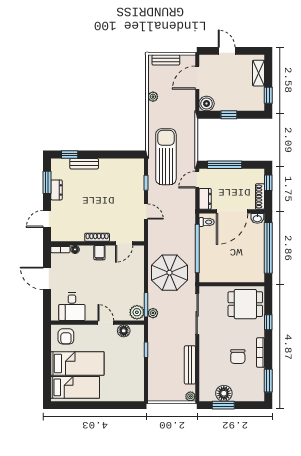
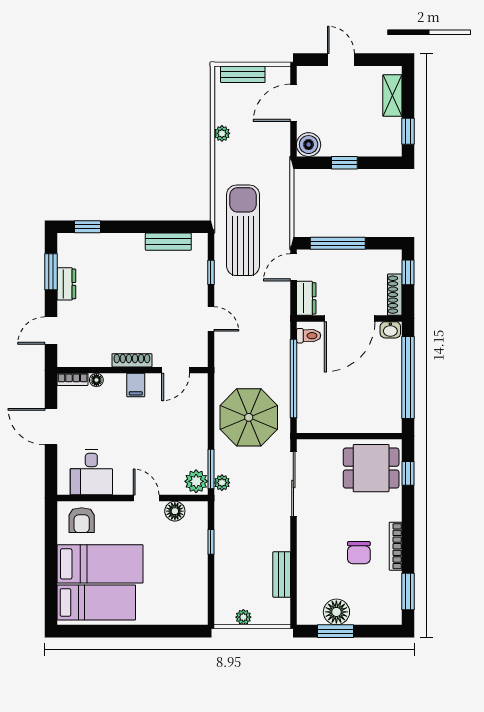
bench: (84, 164) -> (168, 242), moved
window: (268, 322) -> (408, 473), moved
bench: (190, 365) -> (282, 574), width x0.73
plant: (190, 396) -> (243, 617), moved

